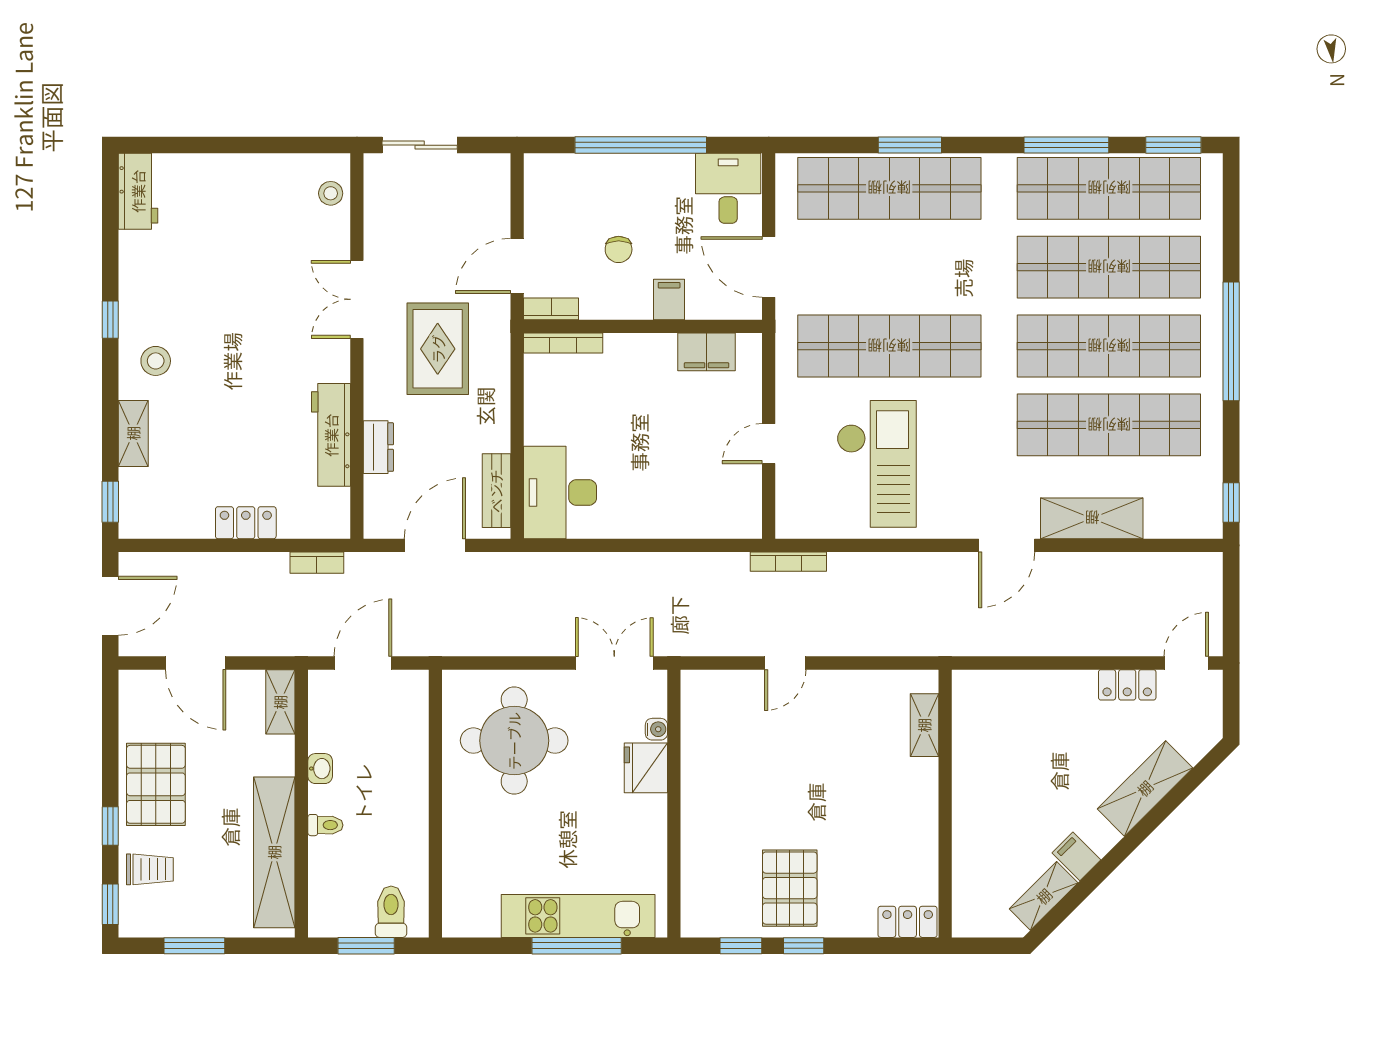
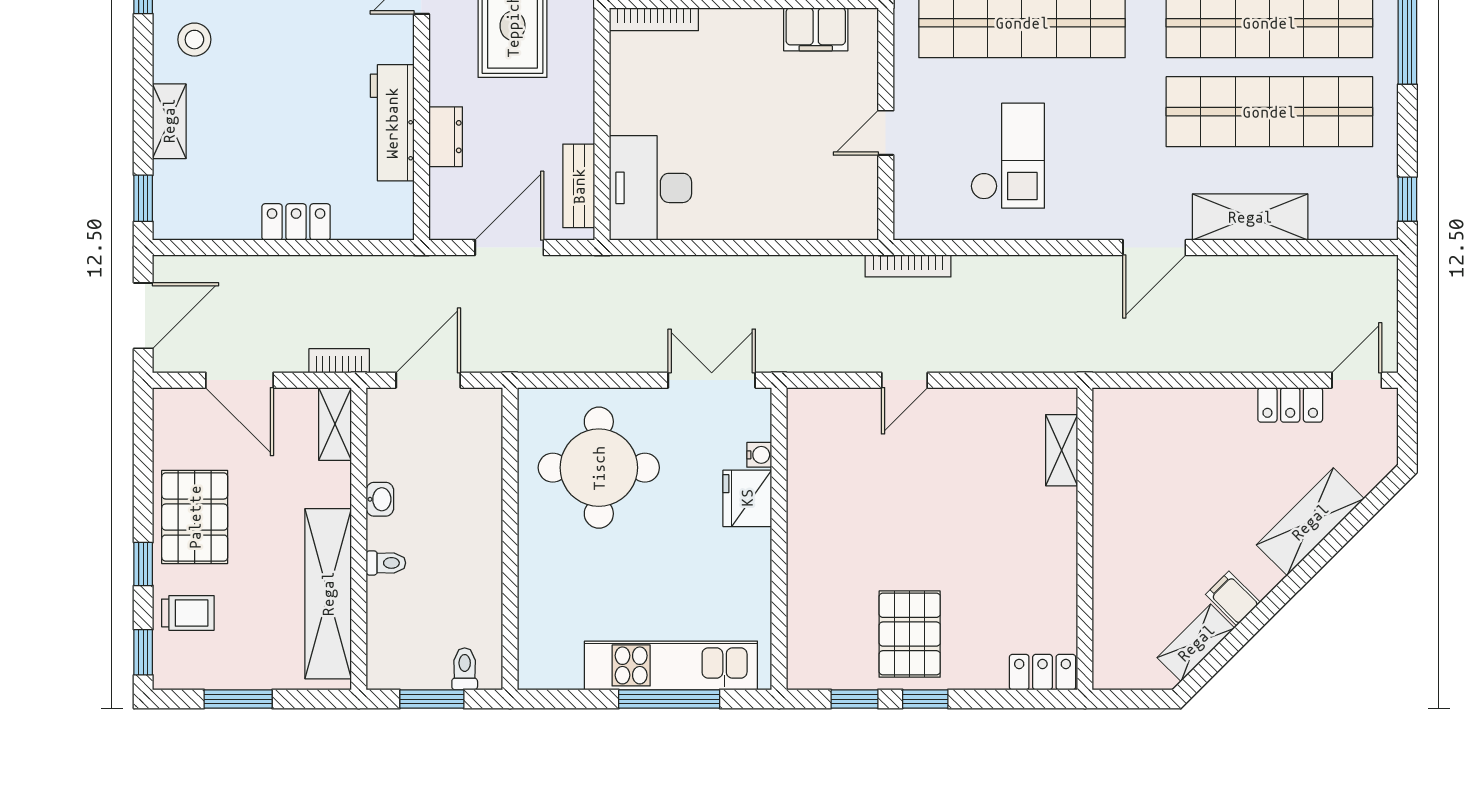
checkout: (877, 464) -> (1008, 156), width x0.73, depth x0.83
bookcase: (317, 563) -> (339, 361), moved, turned 180
toilet: (391, 912) -> (465, 669), width x0.73, depth x0.72

